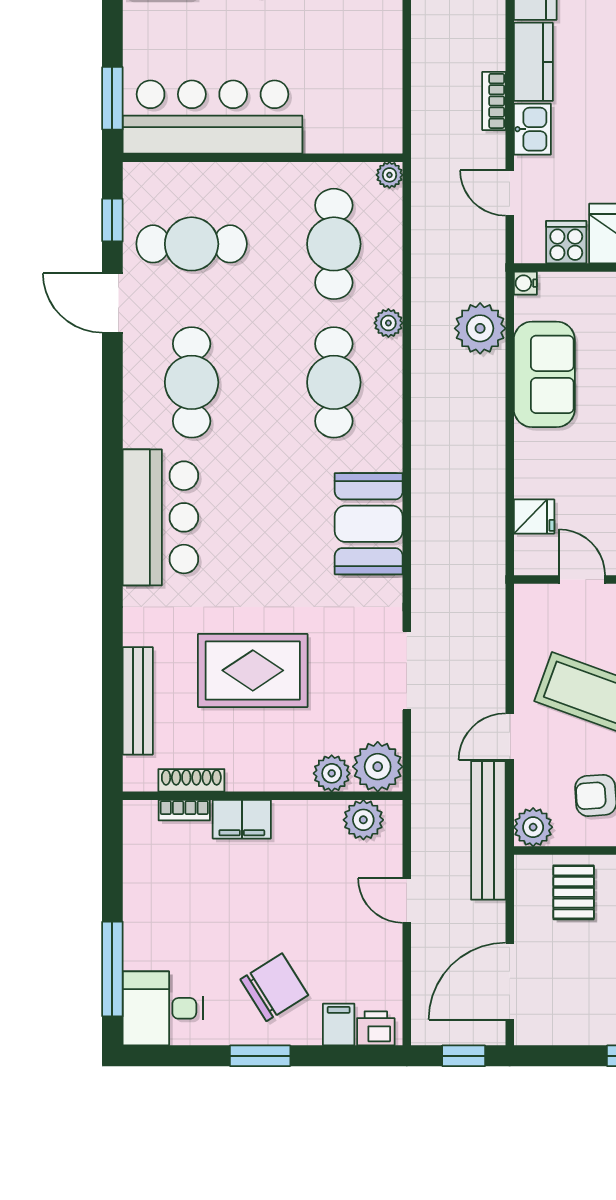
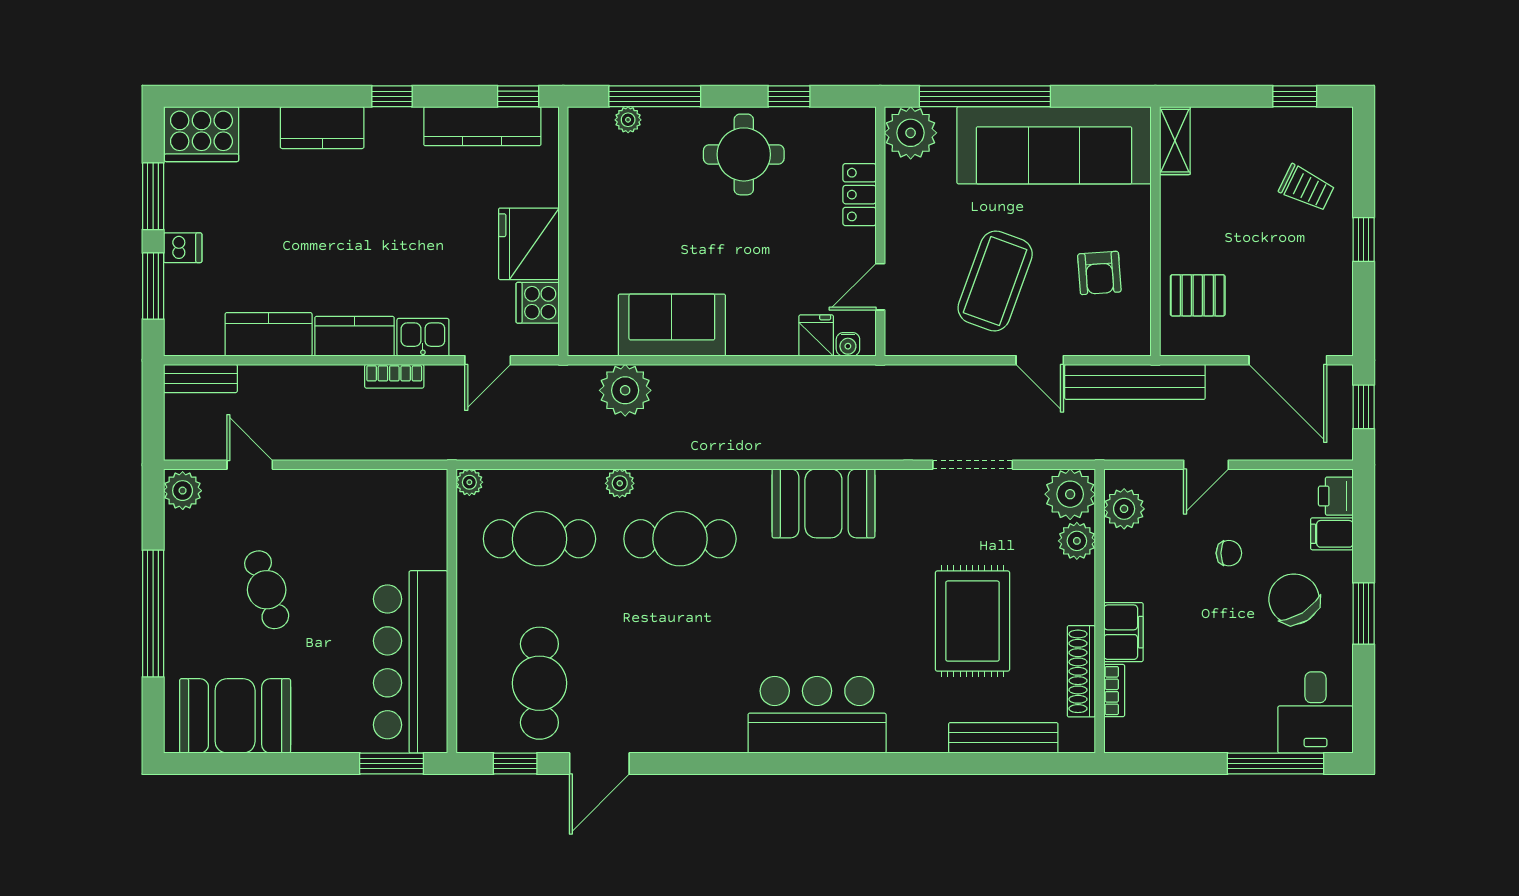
water cooler: (525, 283) -> (848, 344), moved
cafe table: (192, 382) -> (680, 683), removed
shoe rack: (191, 780) -> (1081, 671), width x1.36, depth x1.24
plant: (533, 827) -> (1132, 336), removed
chair: (320, 923) -> (1229, 553), added

